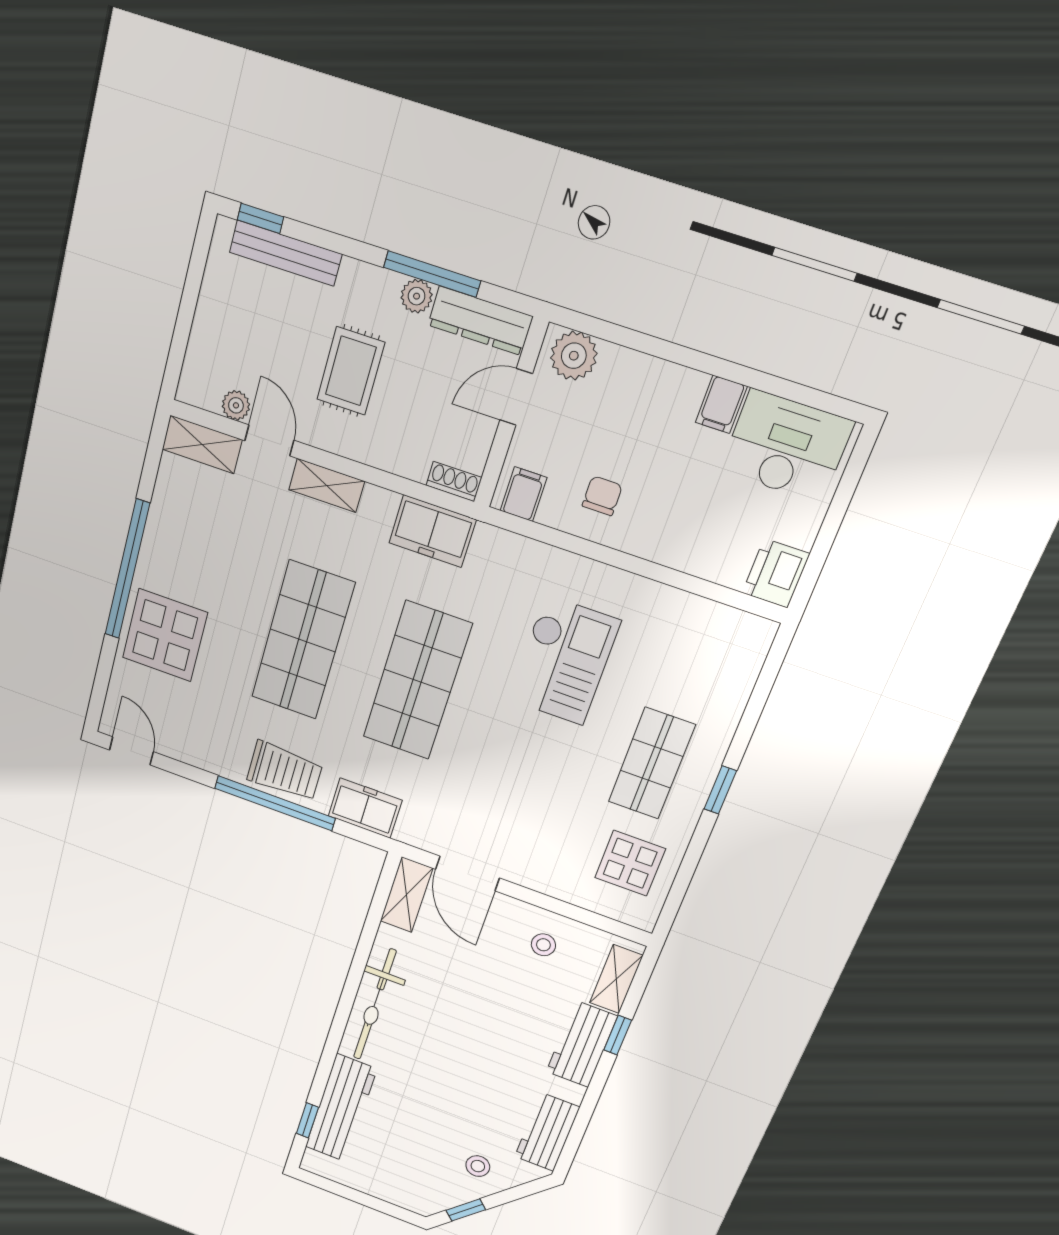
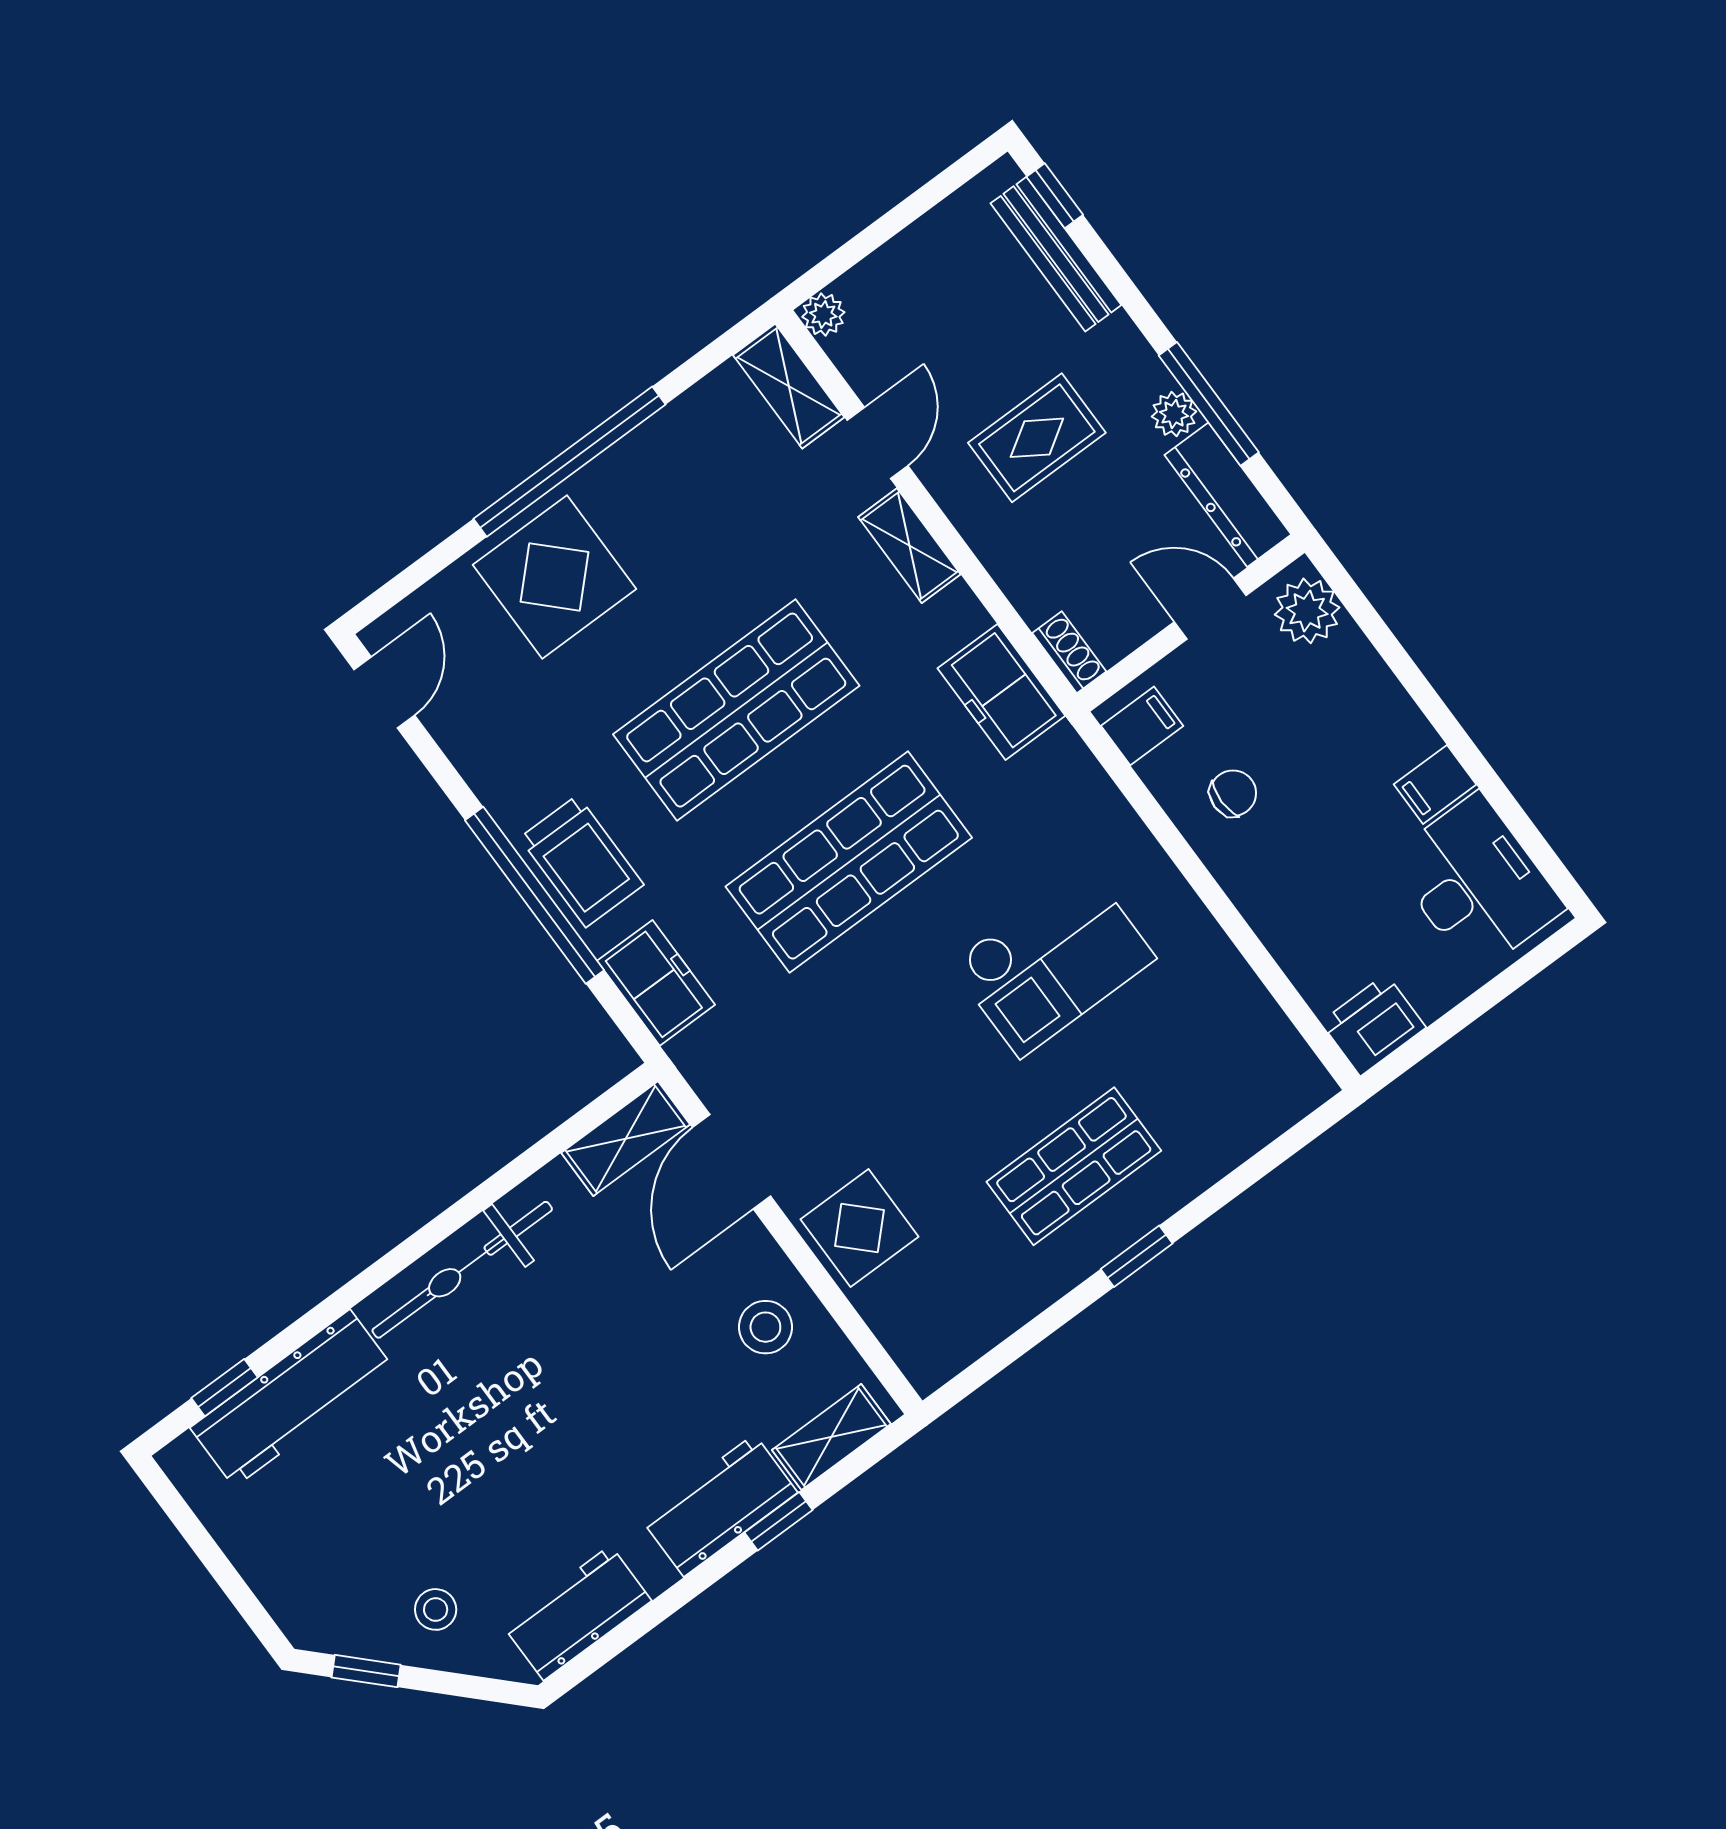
plant: (236, 405) -> (823, 315), moved
display table: (630, 863) -> (859, 1228), moved
stool: (543, 945) -> (765, 1327), width x1.37, depth x1.37

